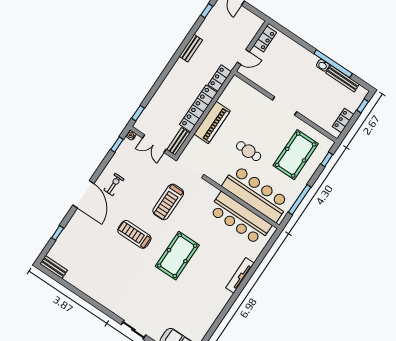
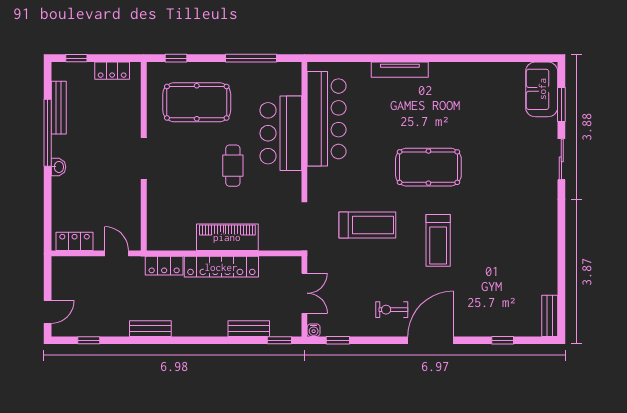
washbasin: (323, 65) -> (58, 167), moved
bench: (178, 141) -> (249, 329), moved
bar counter: (256, 194) -> (281, 133), width x0.73

